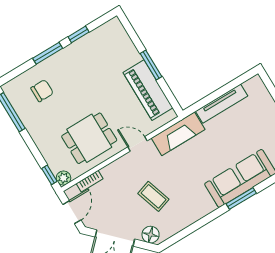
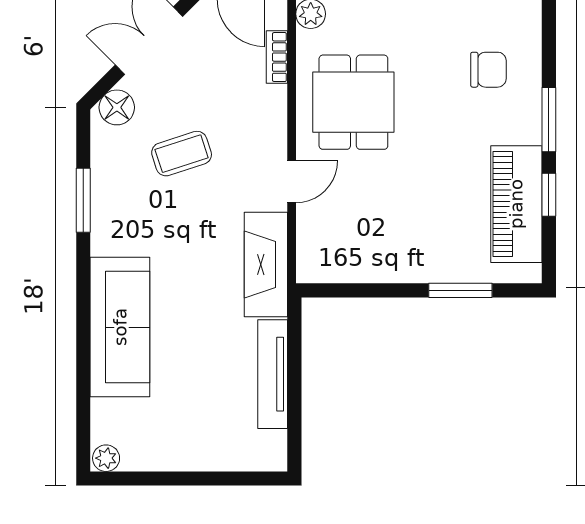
window: (151, 65) -> (460, 290), moved
piano: (148, 90) -> (516, 204), moved, turned -90
chair: (42, 91) -> (488, 70), turned -90
window: (241, 199) -> (83, 200), moved

